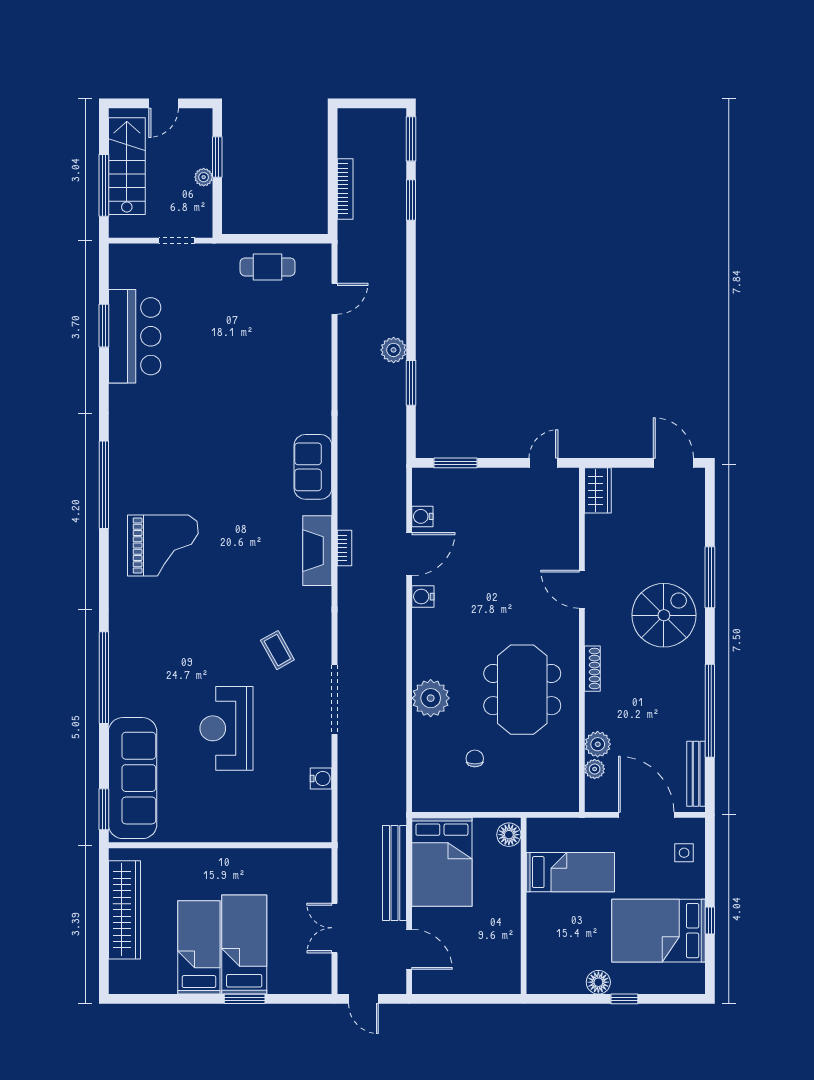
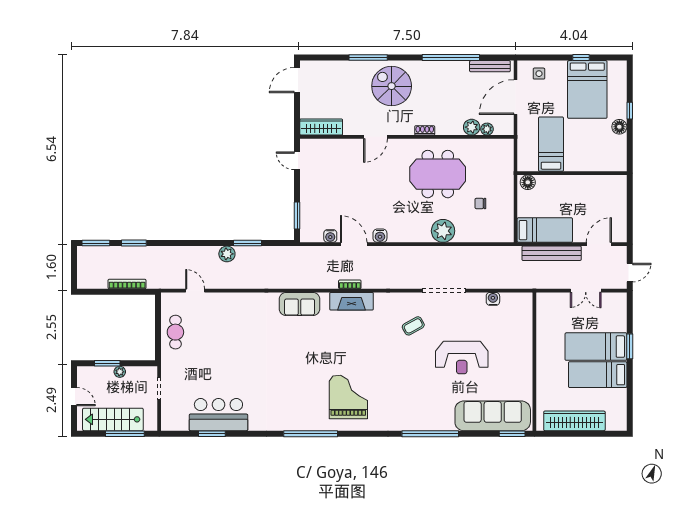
wardrobe: (598, 490) -> (321, 127), width x1.50
shoe rack: (592, 669) -> (425, 130), width x0.70
bed: (442, 862) -> (545, 230), width x0.67

